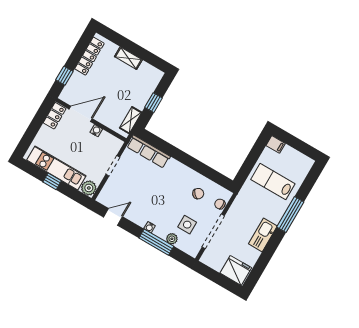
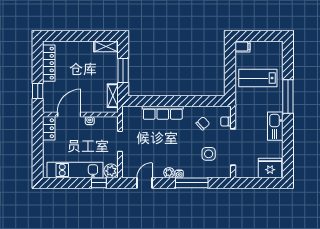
shelving: (128, 58) -> (106, 46), moved
window: (154, 103) -> (123, 70), width x1.50
row of seats: (148, 152) -> (163, 113), moved
window: (52, 181) -> (99, 183), moved
plant: (172, 239) -> (169, 173), moved

